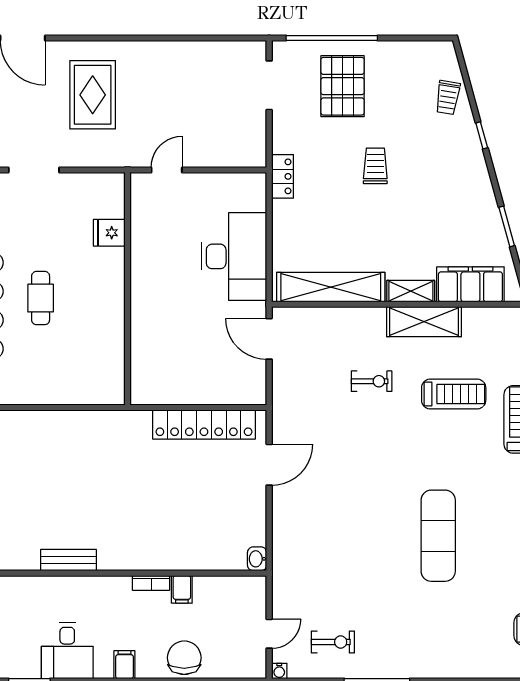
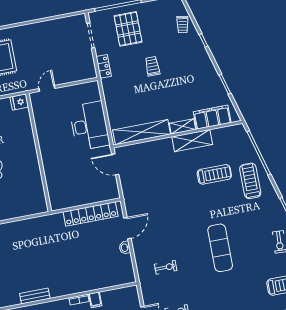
locker: (283, 176) -> (104, 66), moved
fridge: (109, 233) -> (19, 102), moved
exercise bike: (372, 381) -> (166, 267), moved
washbasin: (257, 559) -> (125, 248), moved

